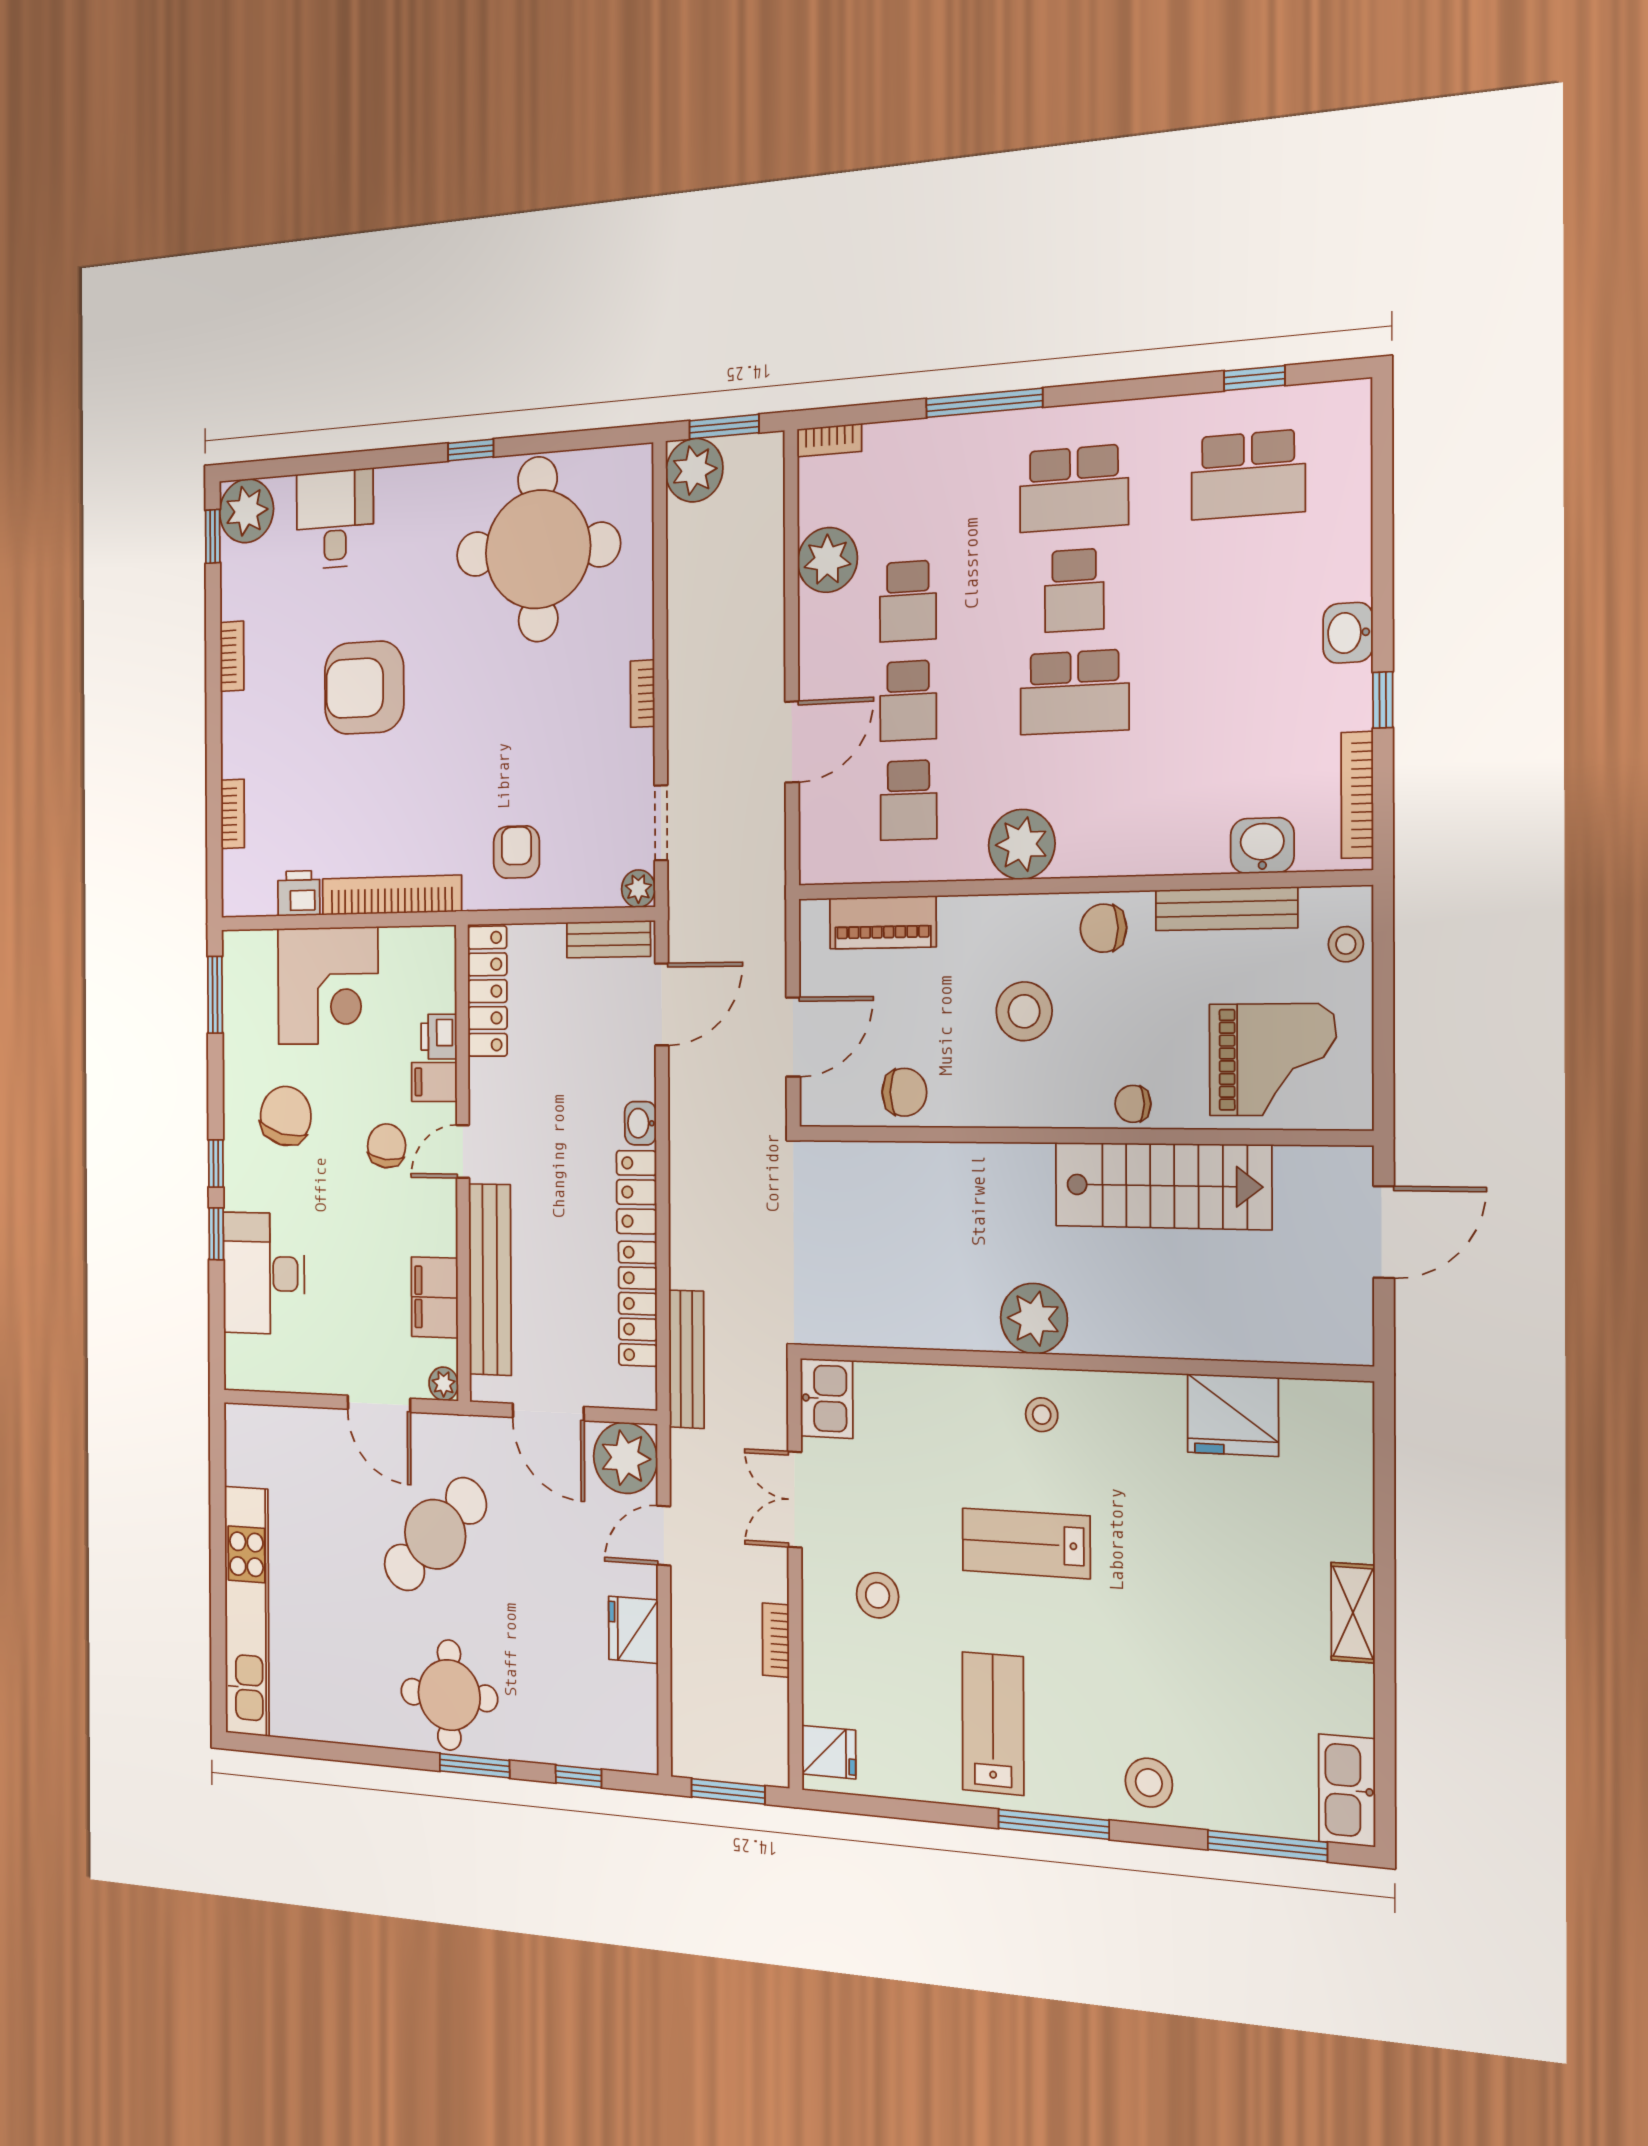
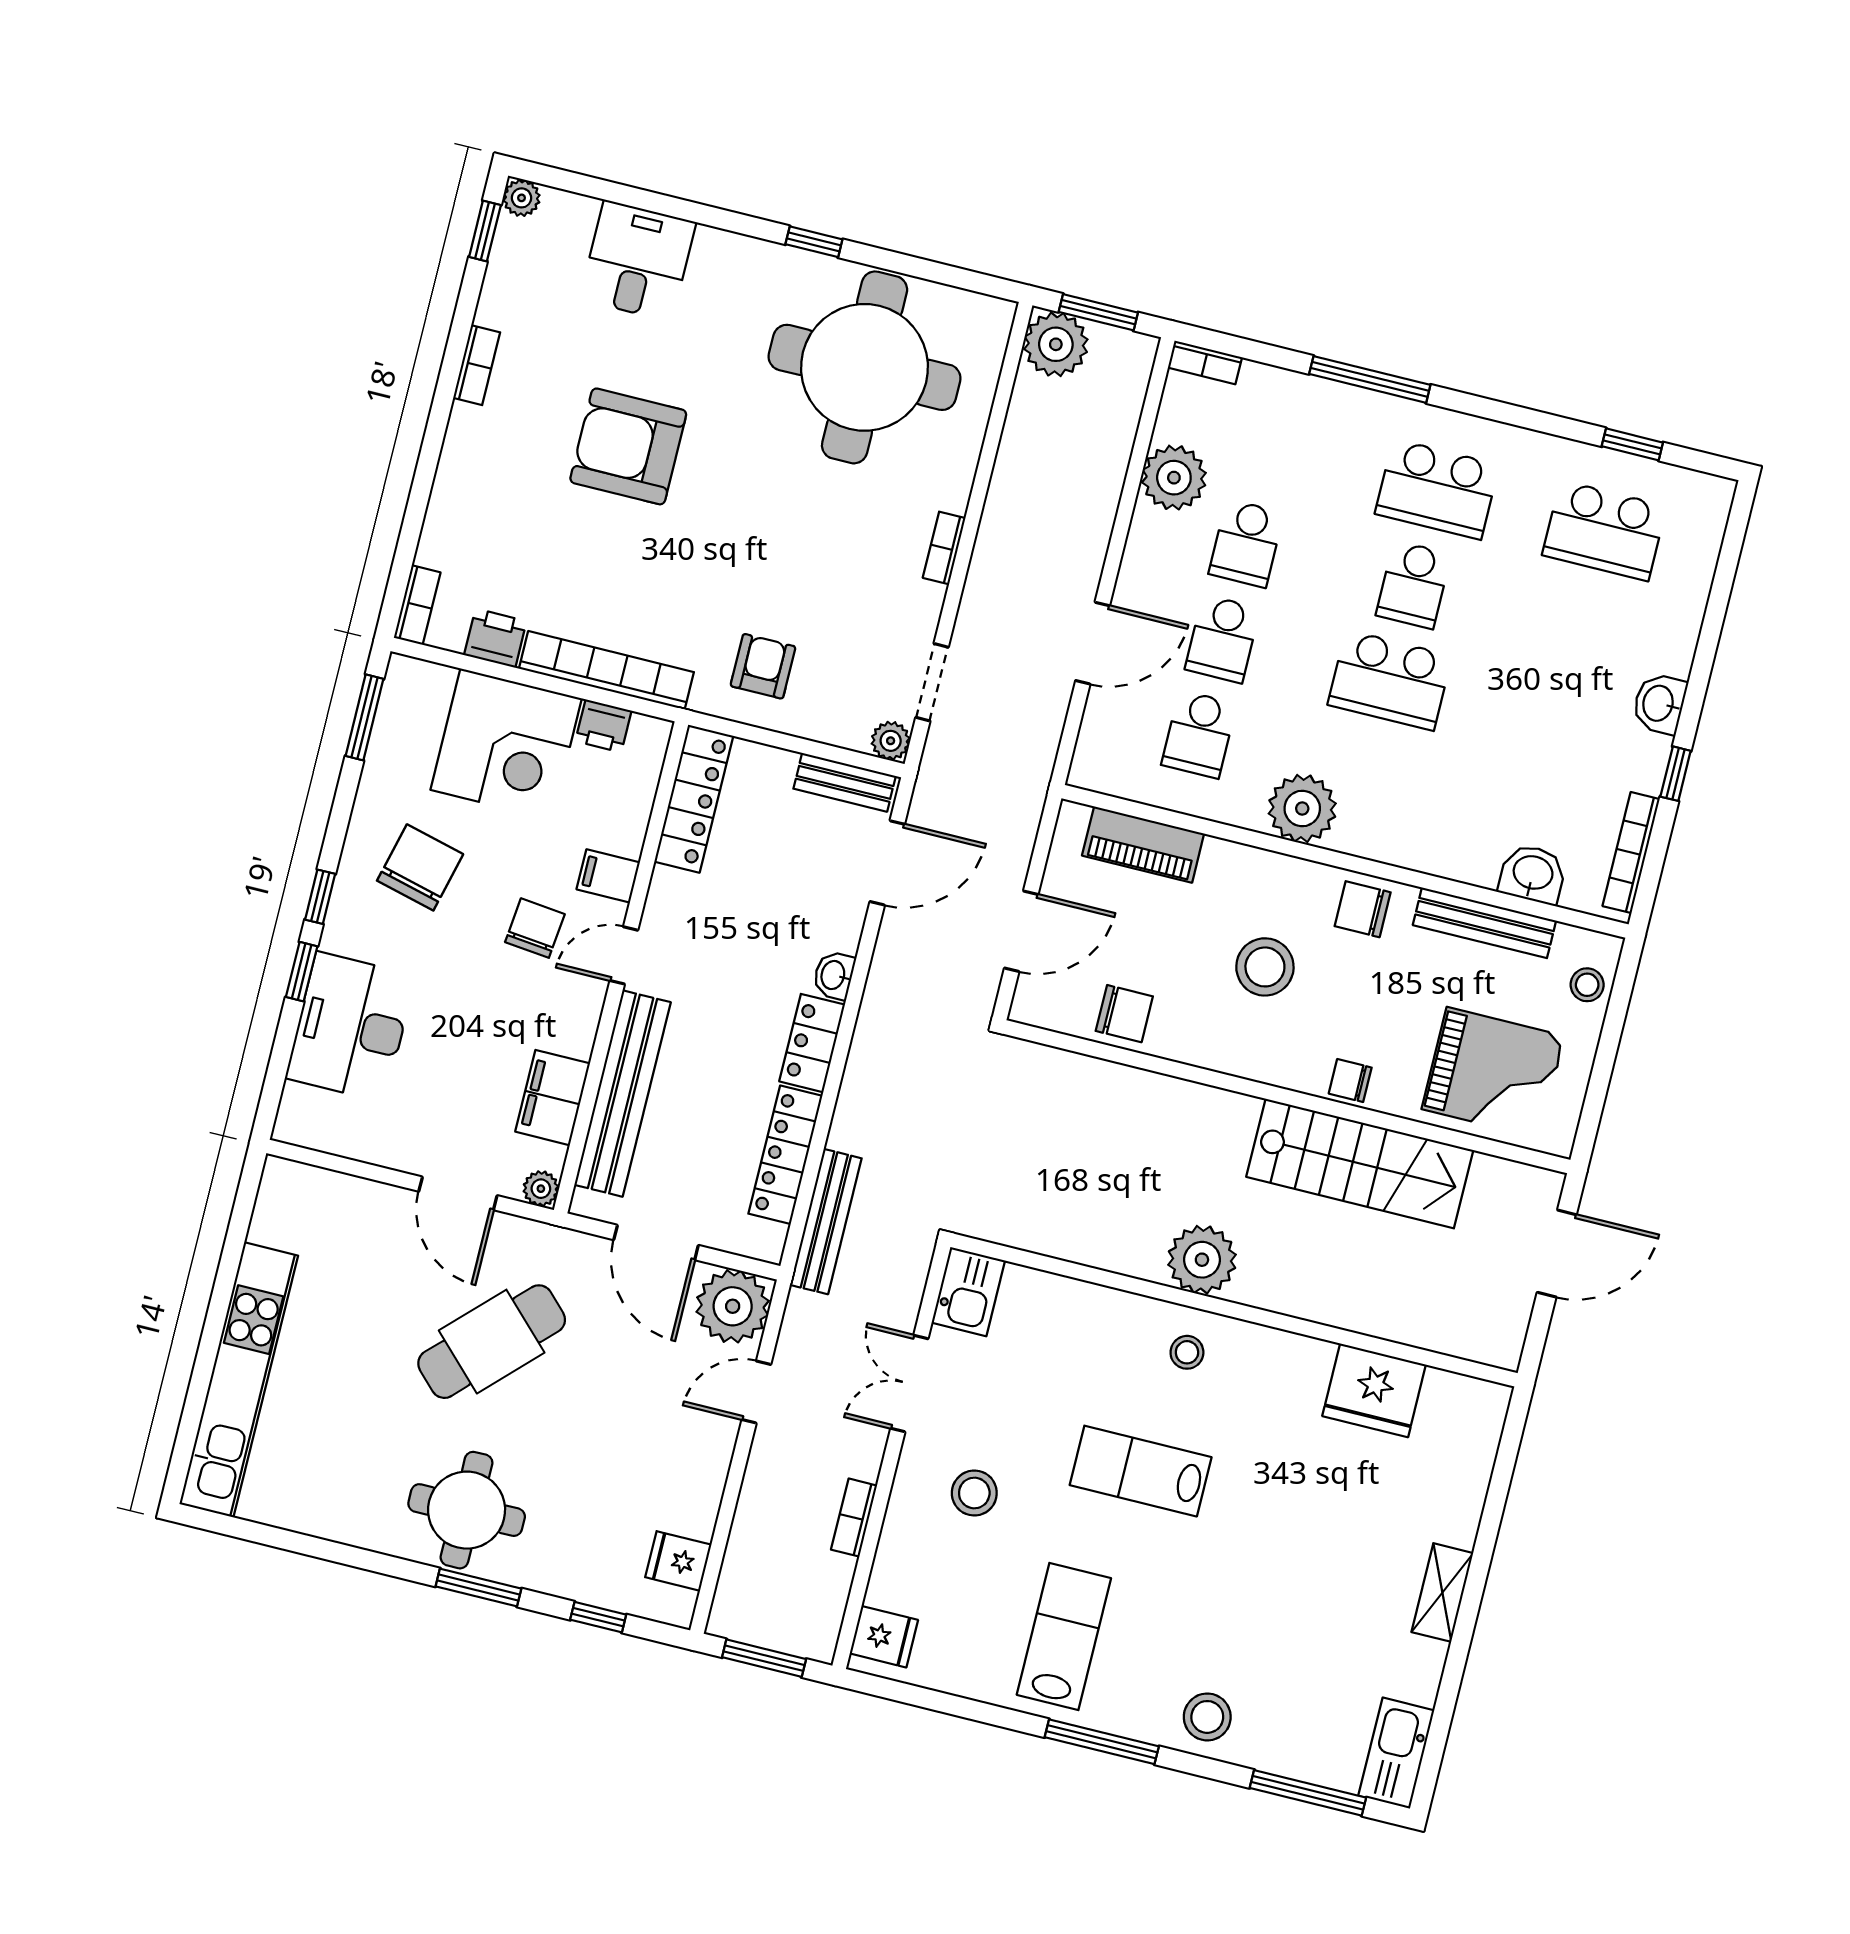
plant: (246, 511) -> (522, 198), width x0.53, depth x0.53
bookcase: (233, 814) -> (417, 605), moved
printer: (439, 1037) -> (603, 726), moved, turned -90
fridge: (633, 1630) -> (678, 1561), moved, width x0.72

